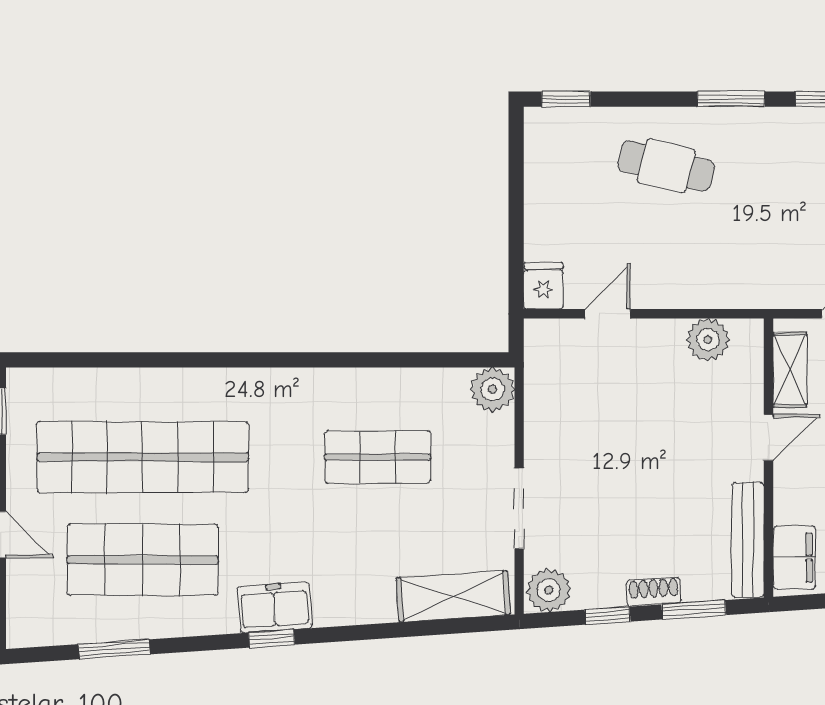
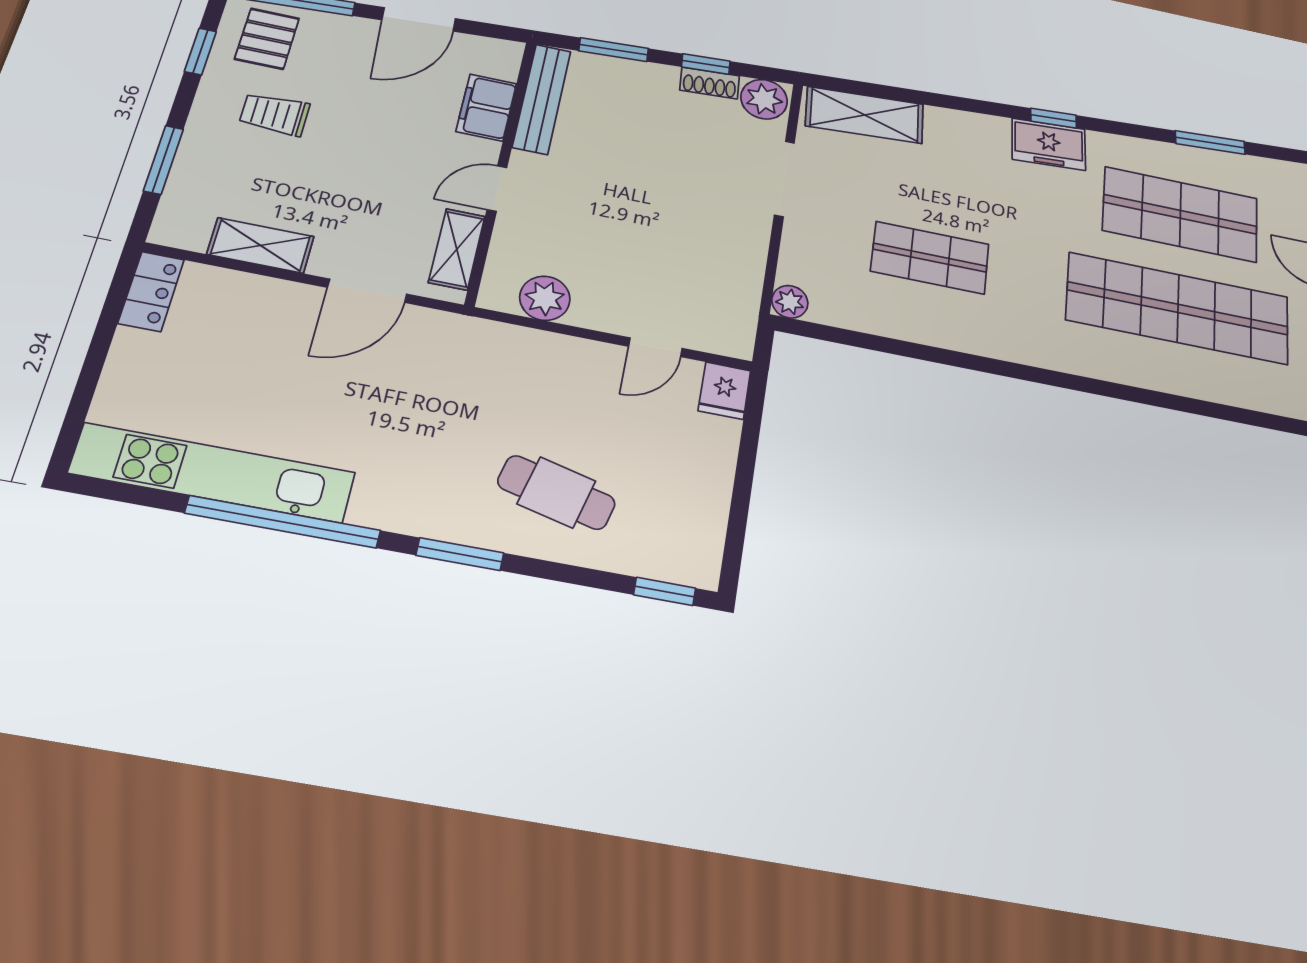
plant: (492, 390) -> (790, 302), width x0.73, depth x0.73
filing cabinet: (794, 558) -> (486, 107), moved
shoe rack: (654, 592) -> (710, 83), moved

